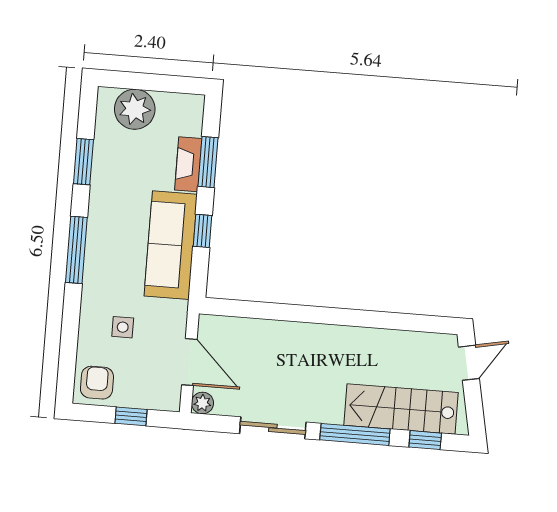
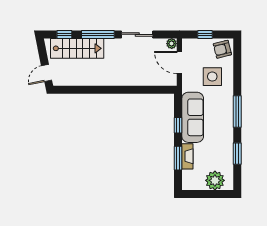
side table: (123, 327) -> (212, 77), width x1.87, depth x1.87
armchair: (97, 383) -> (222, 49), turned 76

